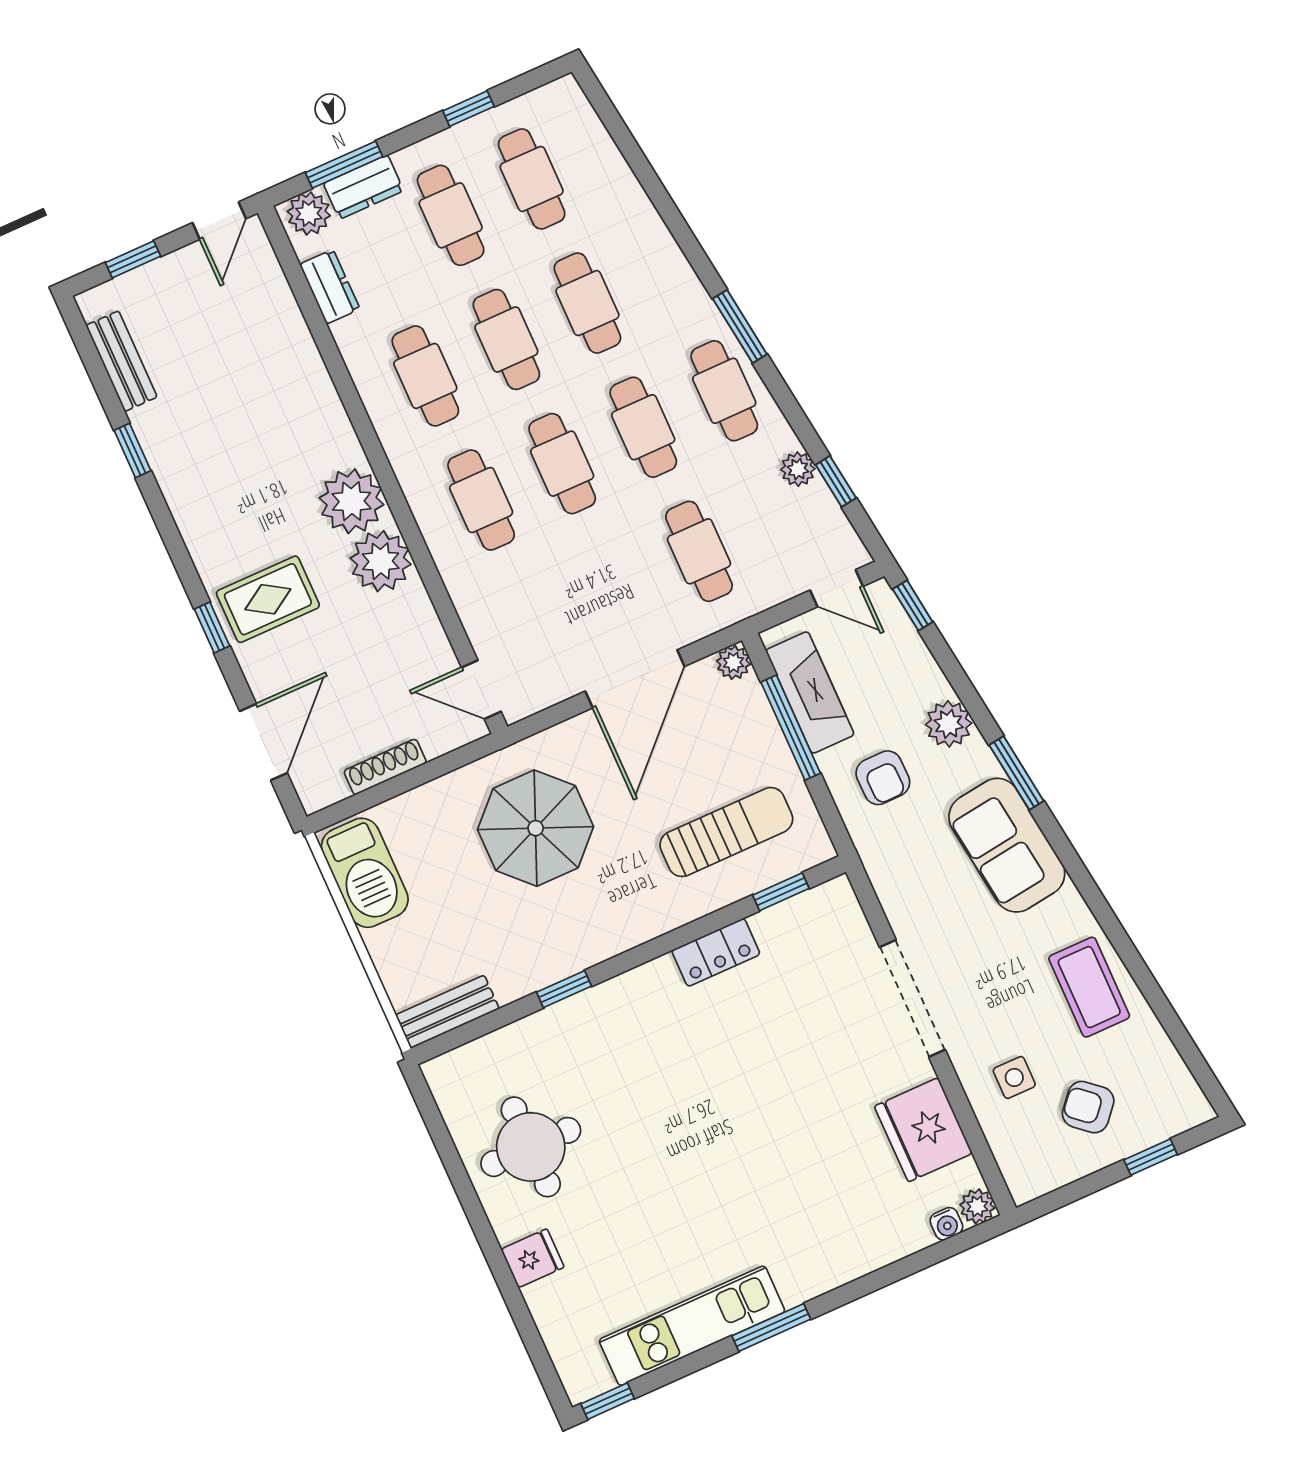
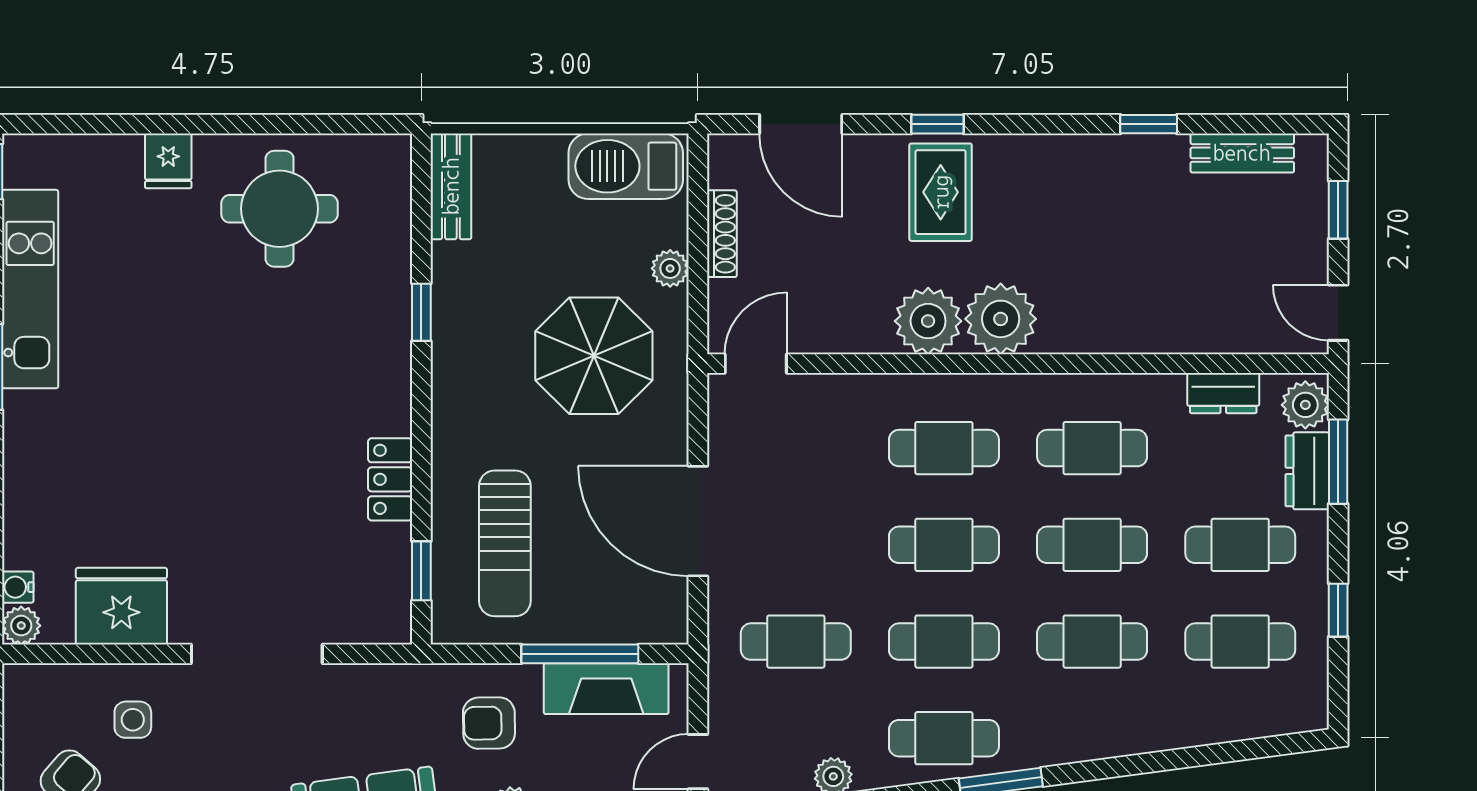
plant: (733, 662) -> (670, 268), moved

